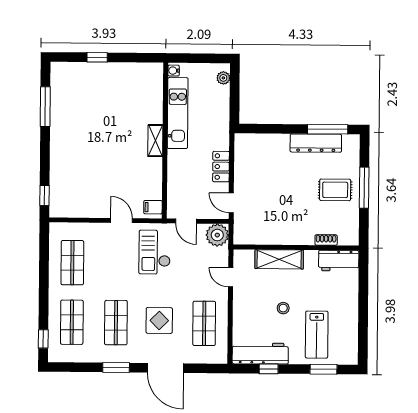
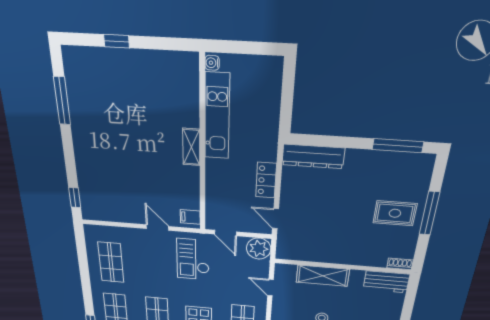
plant: (223, 78) -> (274, 75), removed
dresser: (316, 143) -> (313, 156), moved
shoe rack: (326, 240) -> (400, 264), moved

